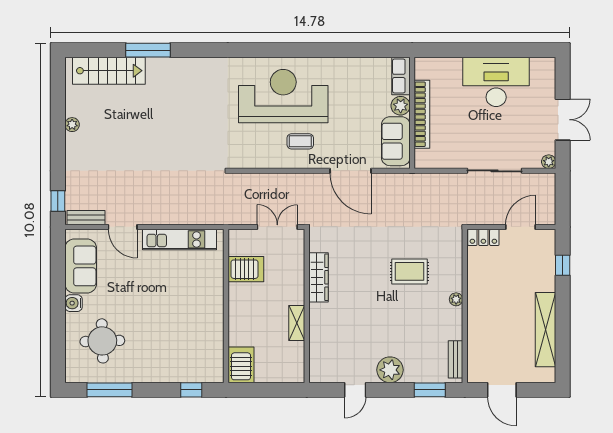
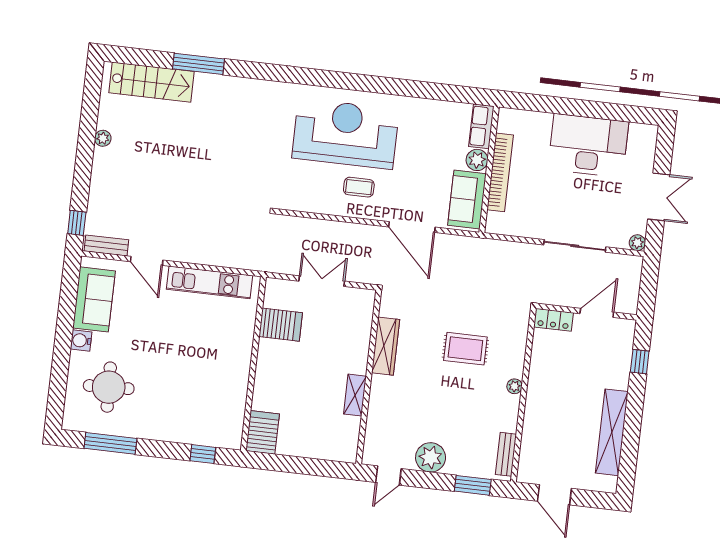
wardrobe: (318, 277) -> (386, 346), moved
wall: (307, 306) -> (369, 377), moved
shelving: (297, 323) -> (355, 395), moved

